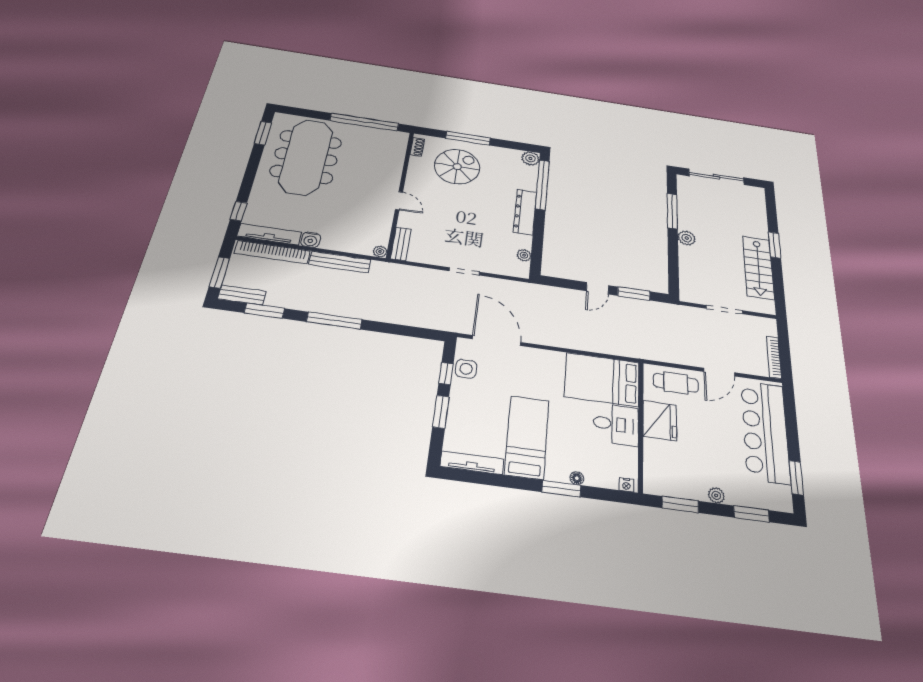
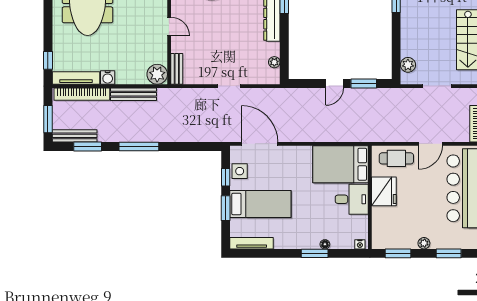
plant: (687, 238) -> (408, 65), moved
plant: (380, 252) -> (157, 74), width x1.87, depth x1.87
bench: (242, 295) -> (75, 136), width x1.36
bed: (527, 437) -> (260, 204), moved, turned 90

